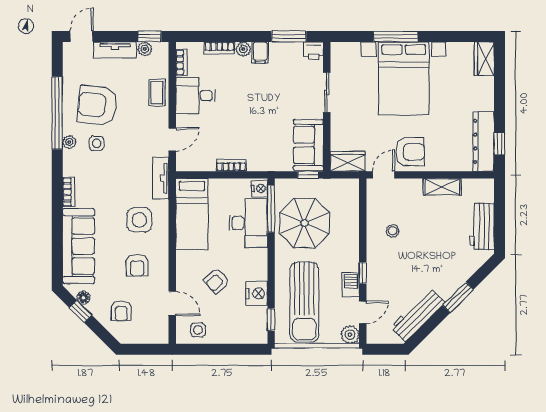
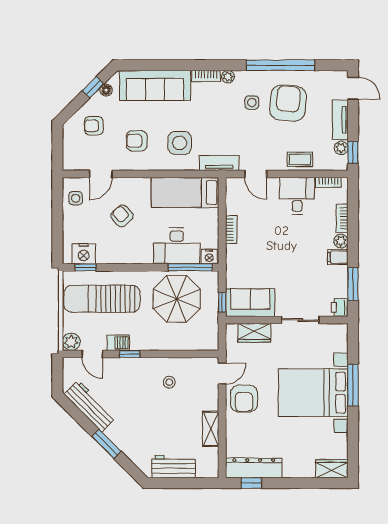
plant: (69, 142) -> (228, 77), moved
wardrobe: (348, 161) -> (254, 333), moved, turned 90
door: (383, 175) -> (222, 374), hinge flipped
nightstand: (257, 293) -> (84, 254), moved

